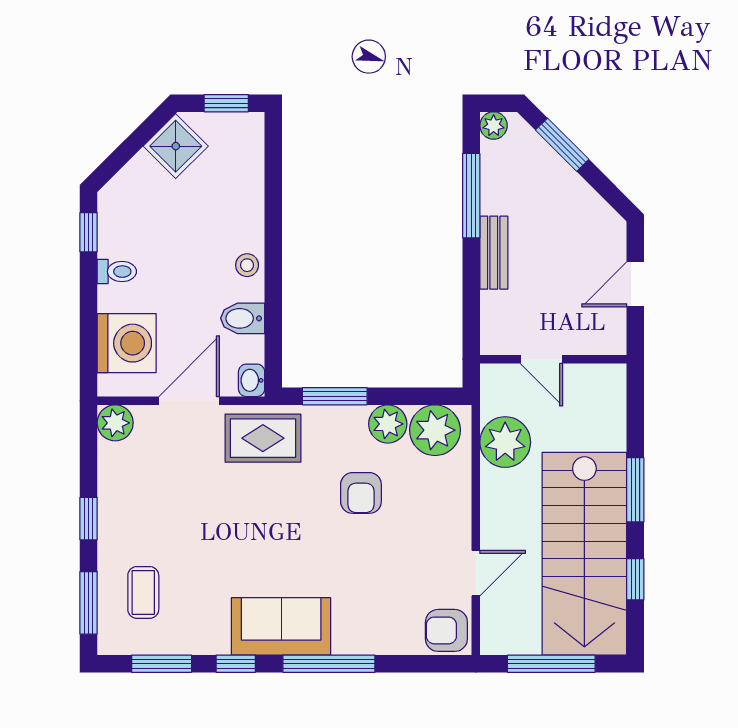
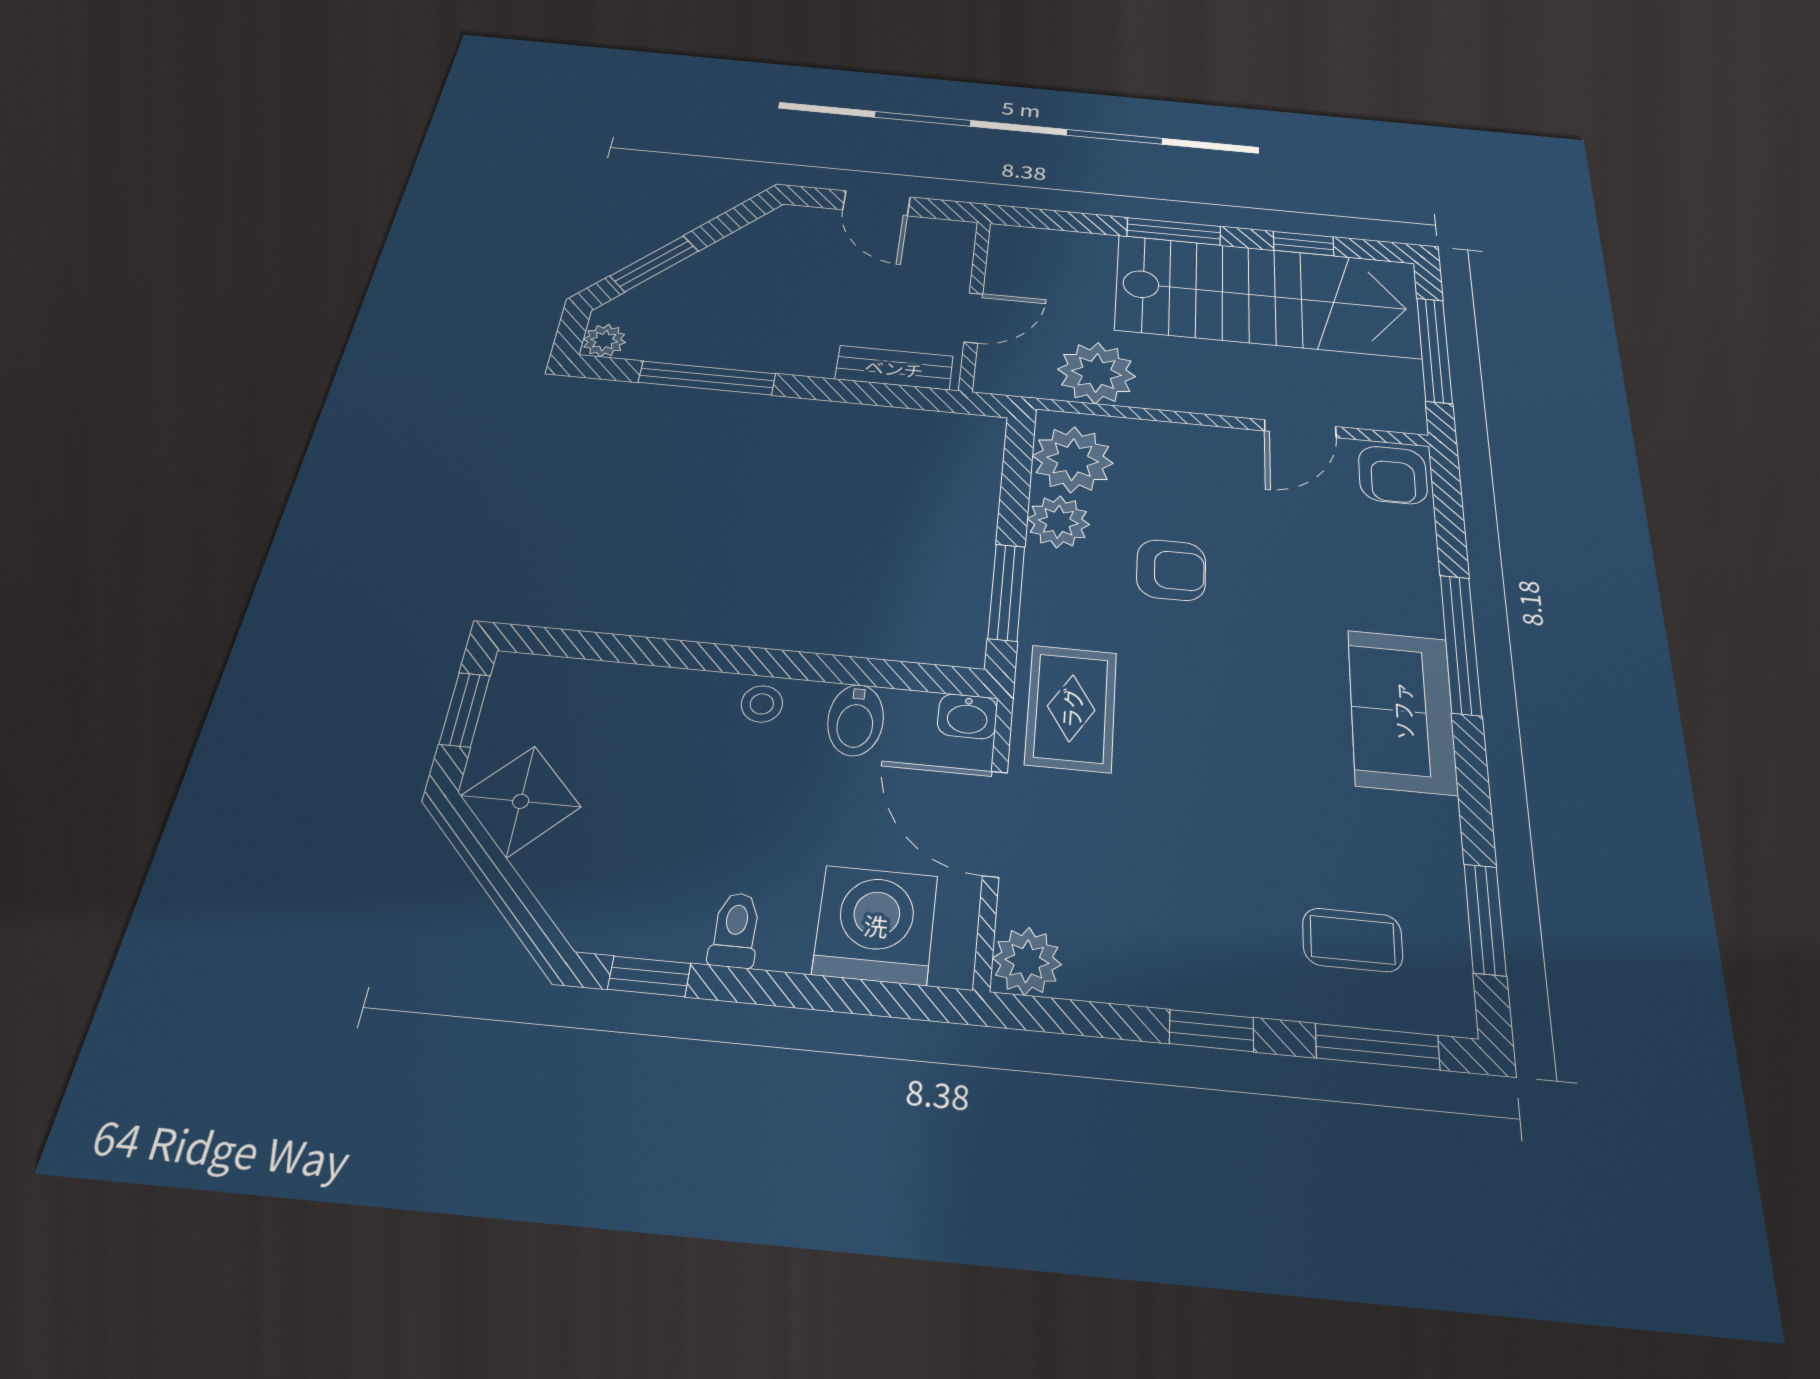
bench: (494, 253) -> (894, 368), moved
door: (476, 573) -> (1300, 429), swing flipped
window: (236, 664) -> (1474, 791), removed

